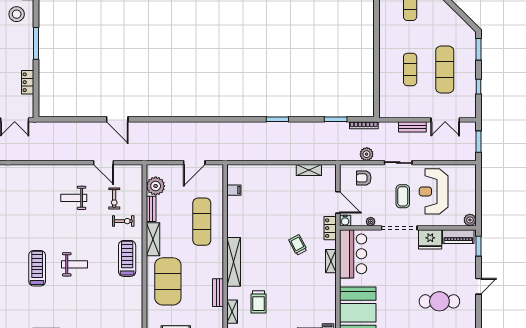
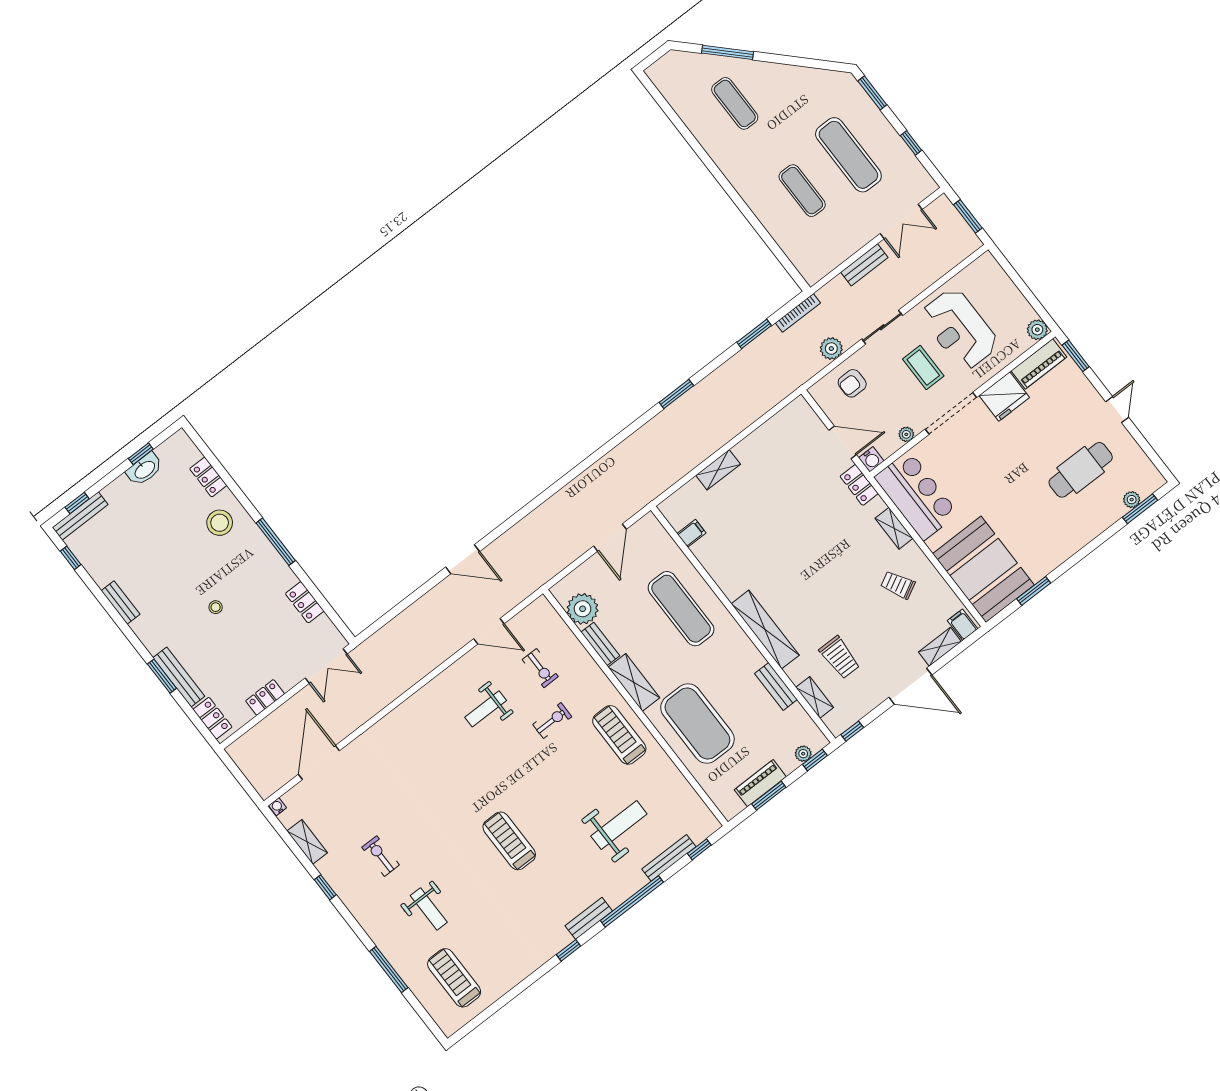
shelving: (309, 170) -> (718, 470), moved
exercise bike: (123, 221) -> (552, 721), moved
trolley: (298, 245) -> (898, 585), moved
weight bench: (75, 264) -> (619, 825), moved, width x1.36, depth x1.33

